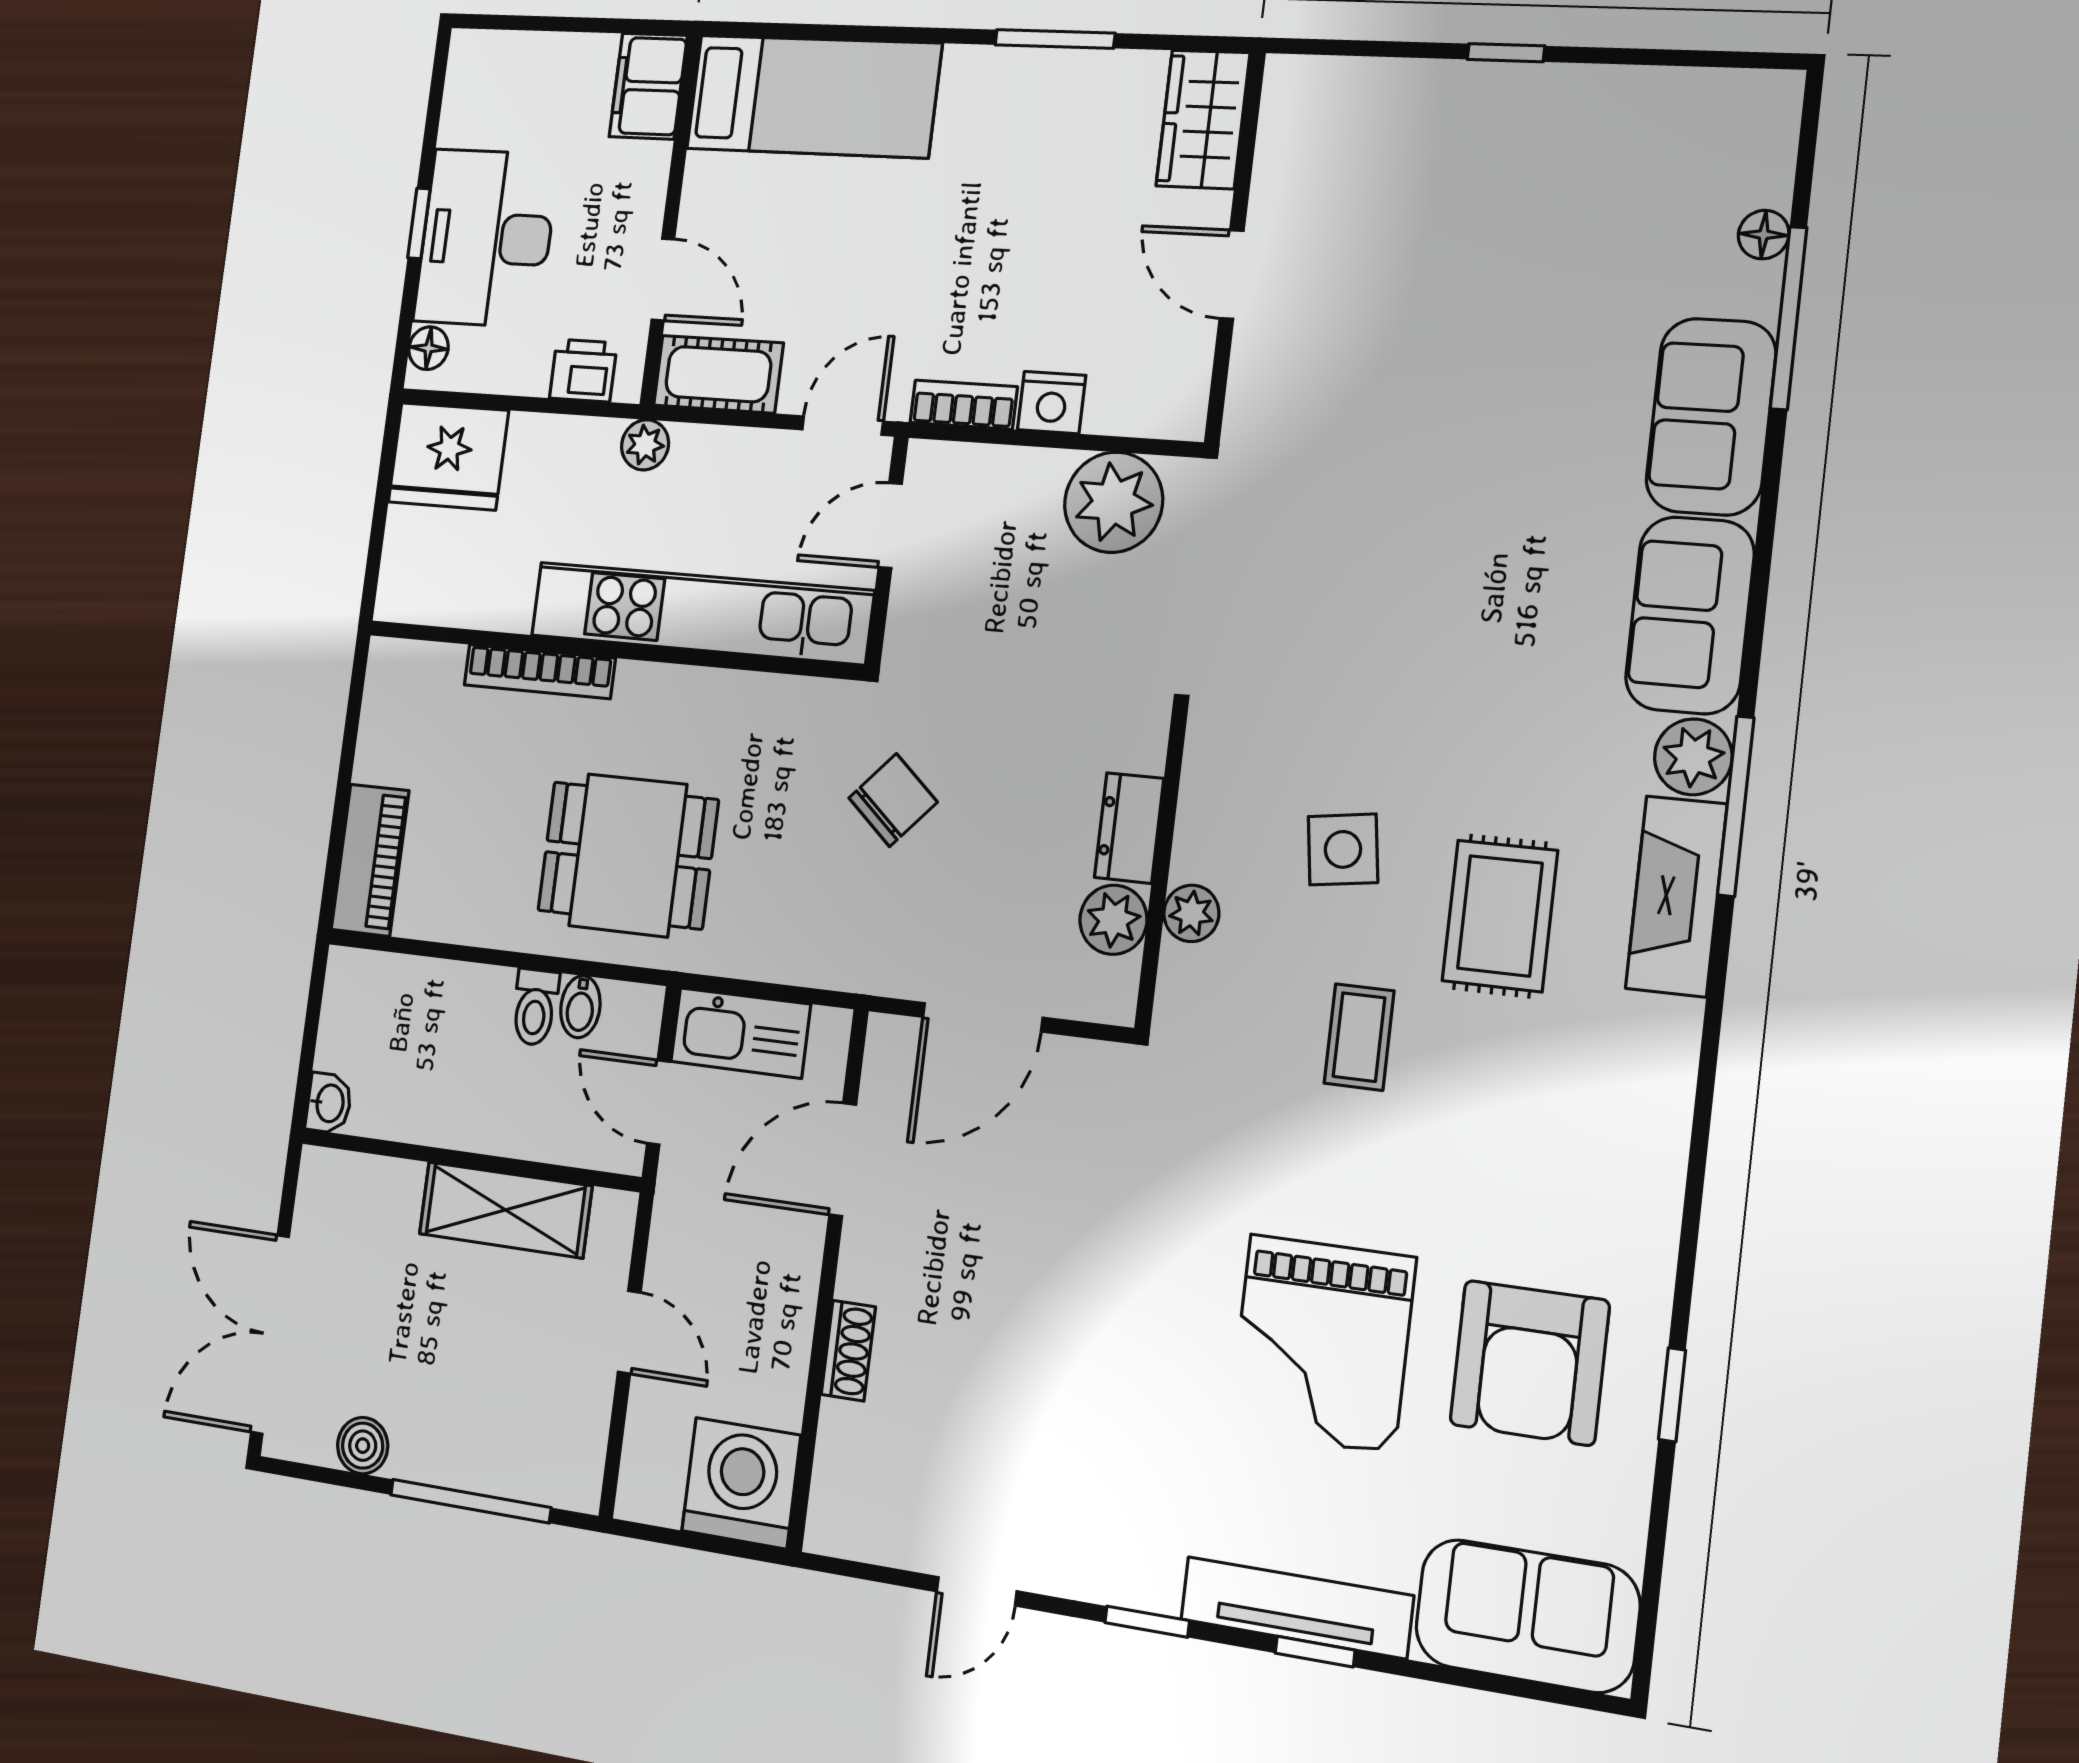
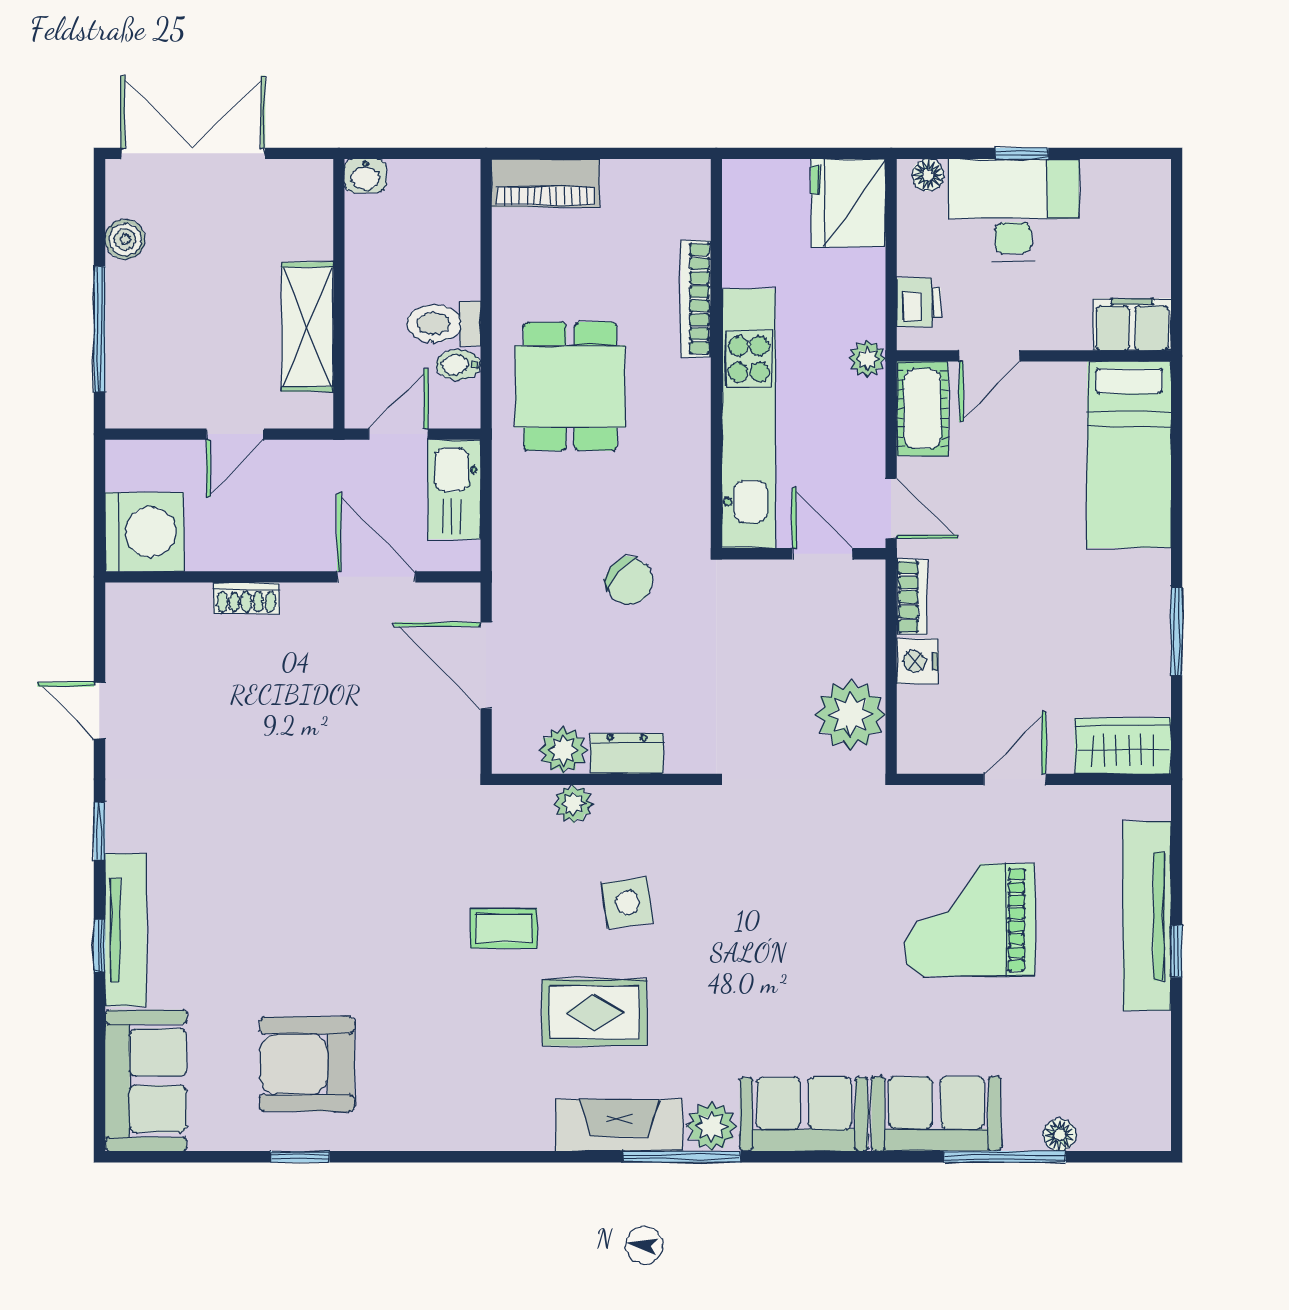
tv unit: (1450, 94) -> (1147, 916), added
toilet: (535, 1007) -> (444, 324), width x1.37, depth x1.39
grand piano: (1322, 1344) -> (970, 920), moved

